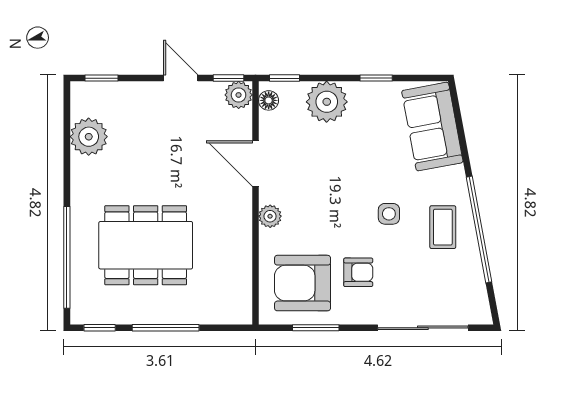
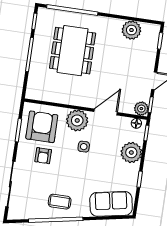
side table: (389, 214) -> (84, 147), moved
plant: (270, 216) -> (77, 120), width x1.87, depth x1.87

